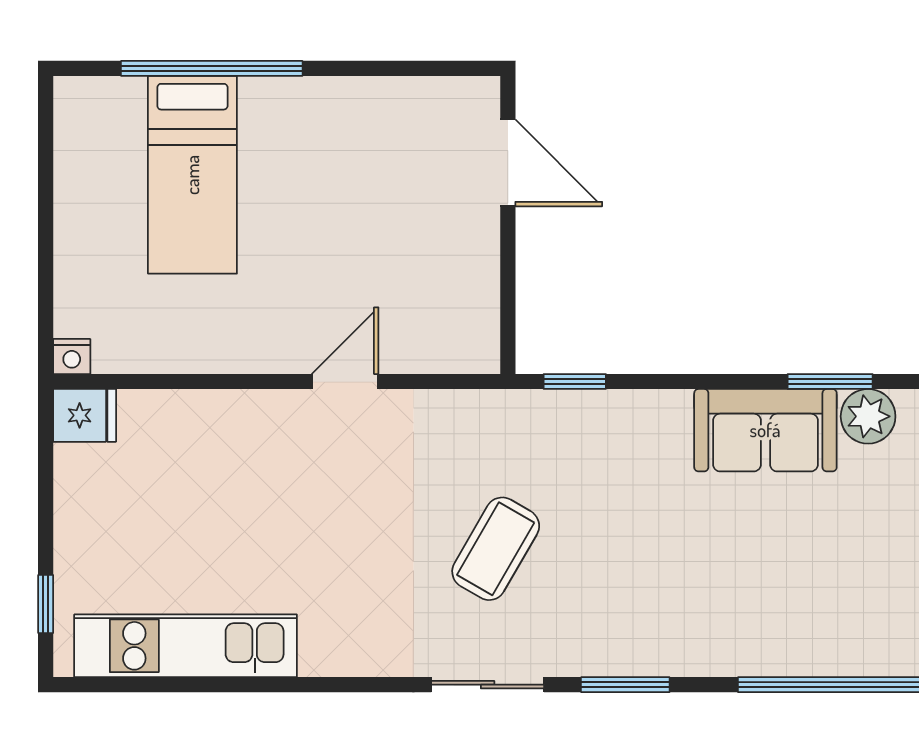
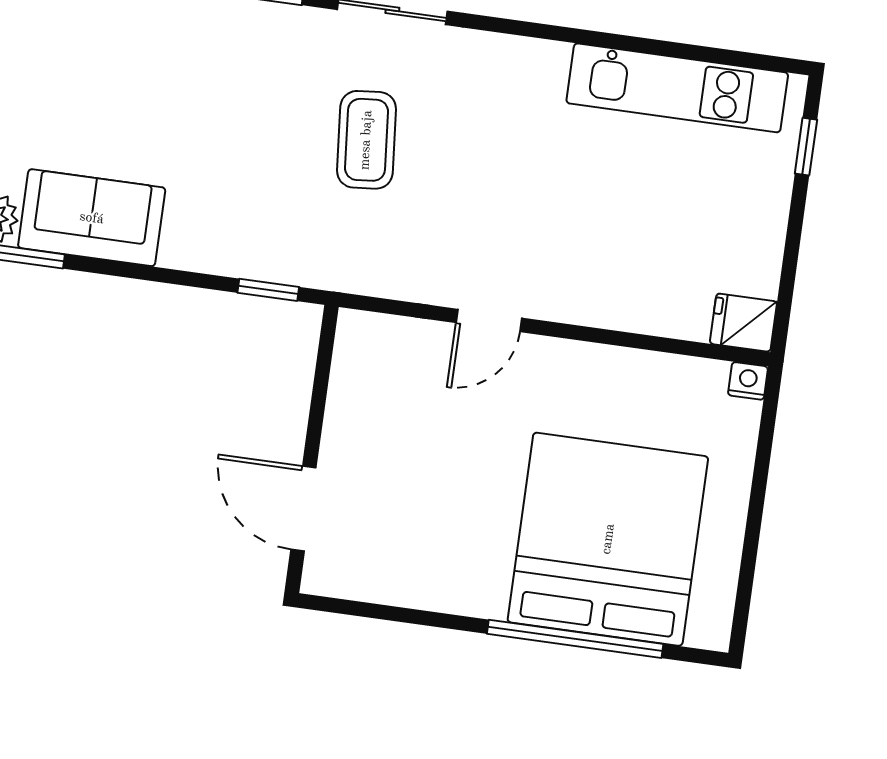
bed: (192, 175) -> (608, 539), width x2.04
coffee table: (496, 549) -> (366, 140), turned -35

